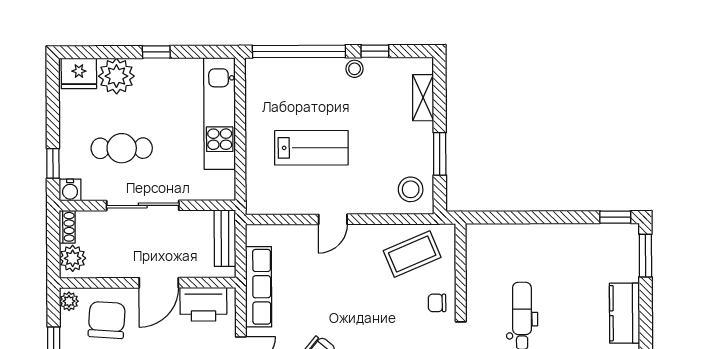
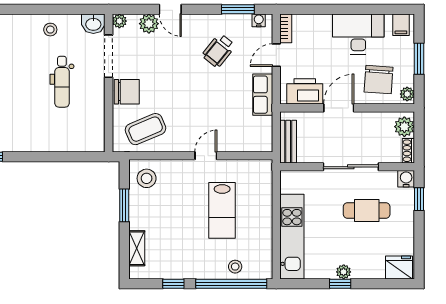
stool: (355, 69) -> (235, 267), moved
plant: (116, 76) -> (344, 272), moved, width x0.53, depth x0.53
lab bench: (311, 148) -> (222, 210), turned -90
row of seats: (259, 287) -> (263, 95), width x0.68
chair: (437, 303) -> (127, 92), width x1.87, depth x1.87

